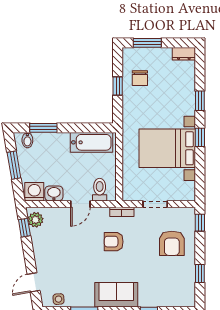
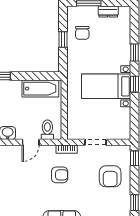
dresser: (184, 54) -> (108, 12), moved
bed with nightstands: (167, 148) -> (106, 86), width x0.73
armchair: (114, 242) -> (60, 175), turned 180

